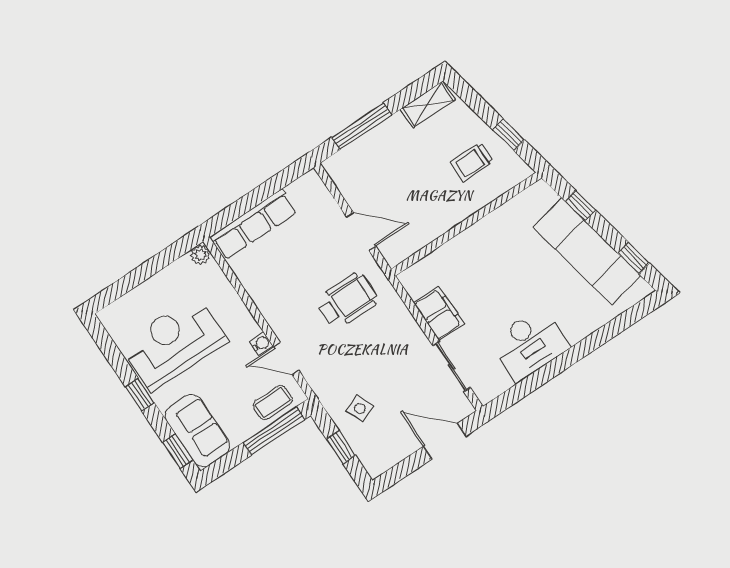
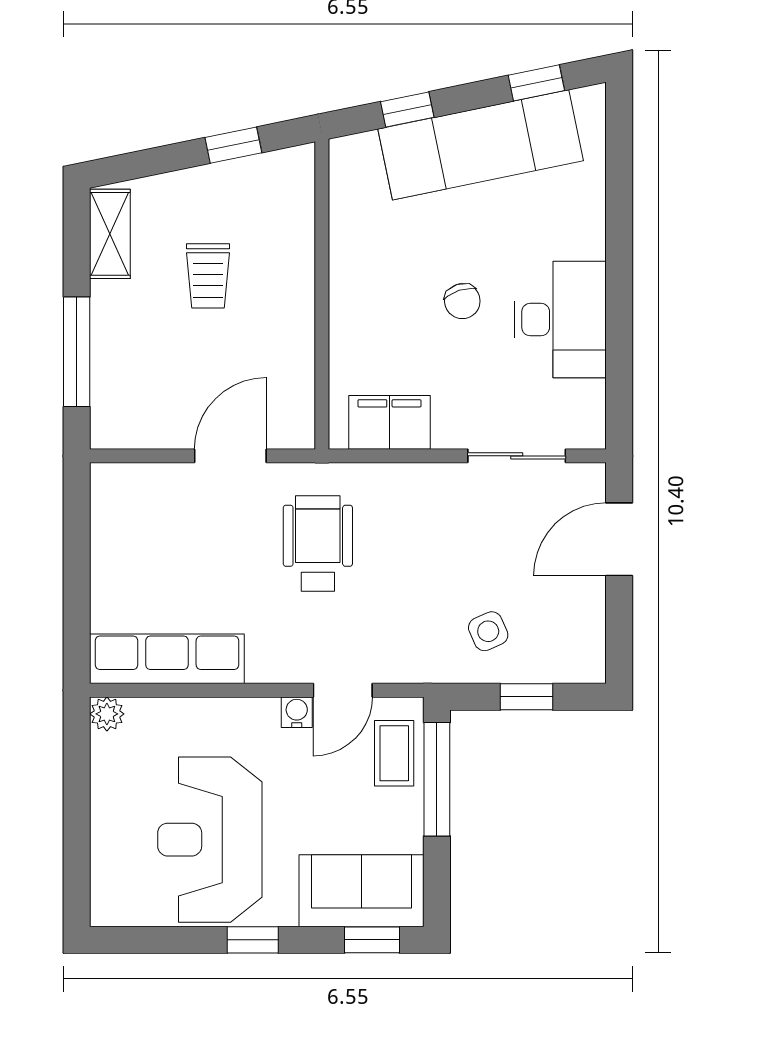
trolley: (472, 162) -> (208, 276), moved
row of seats: (254, 224) -> (167, 659), moved, turned -90
chair: (507, 292) -> (462, 301), added
filing cabinet: (439, 313) -> (389, 422), moved

